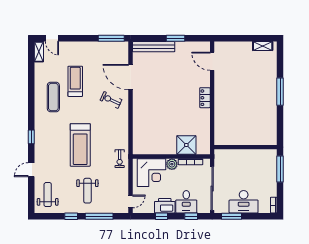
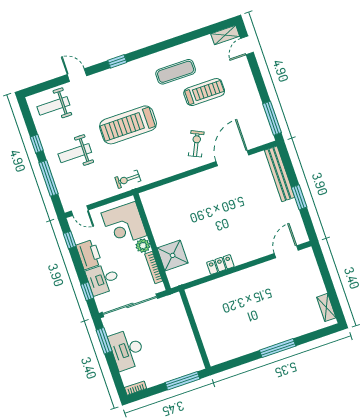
locker: (205, 98) -> (220, 265), moved
weight bench: (48, 195) -> (53, 106), turned 180
window: (162, 216) -> (70, 240), moved

